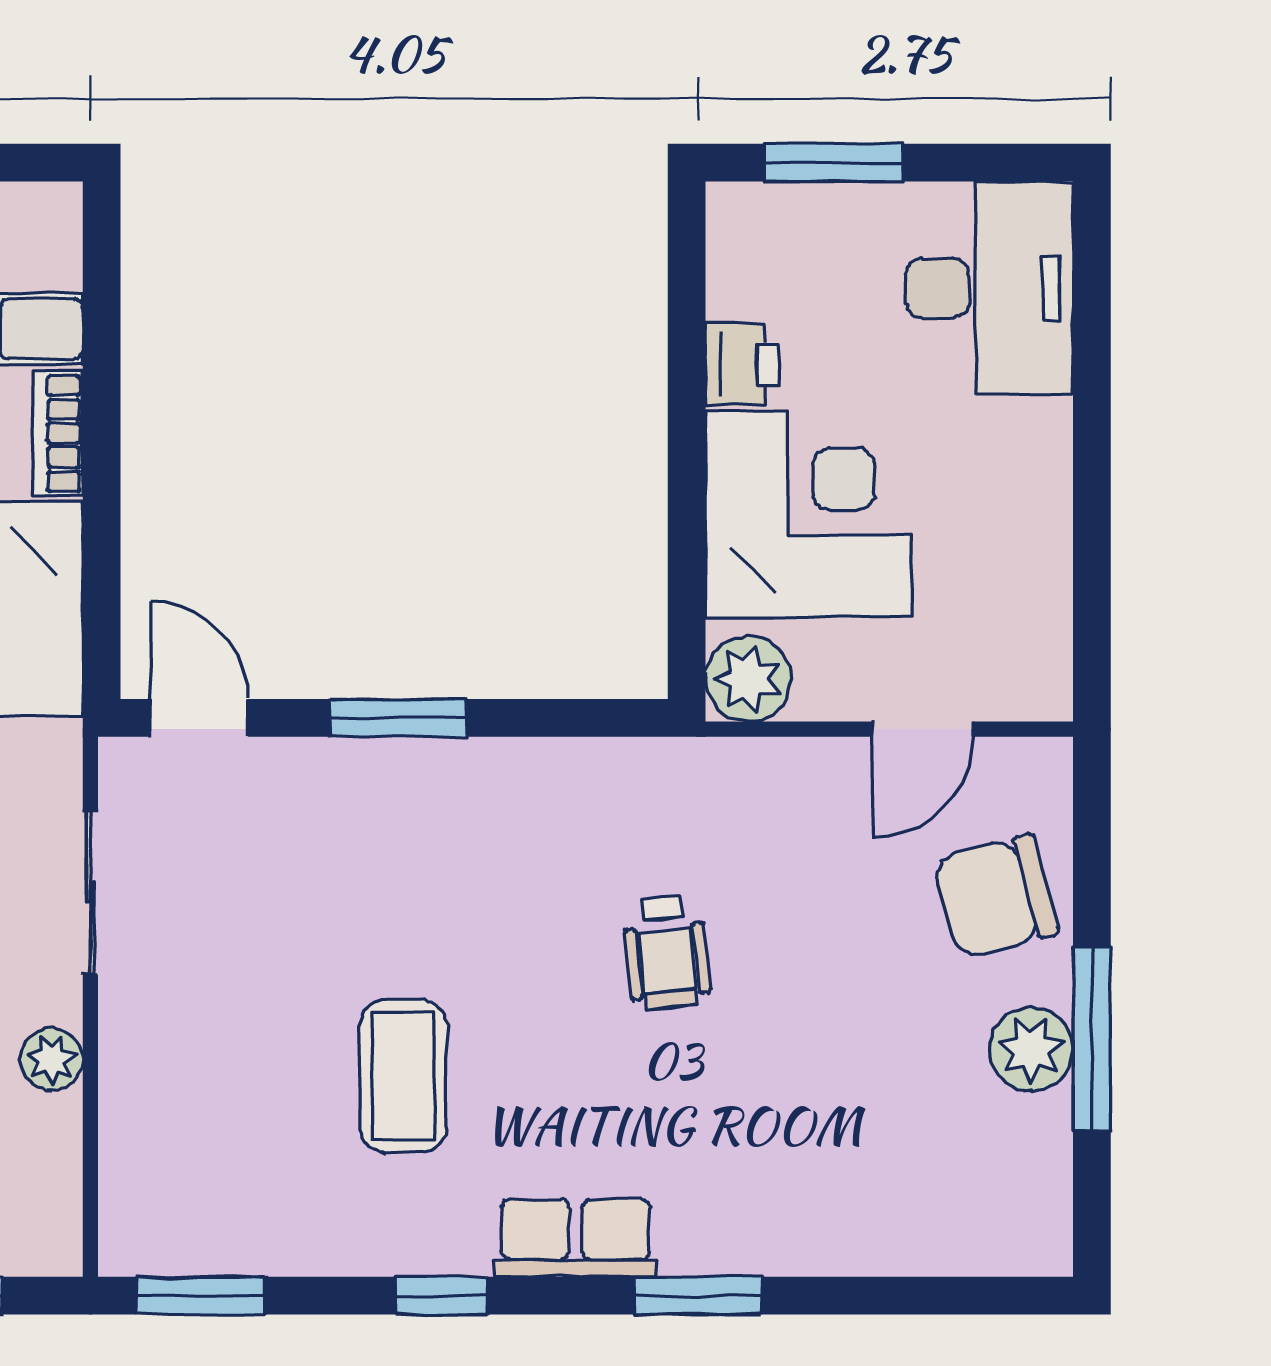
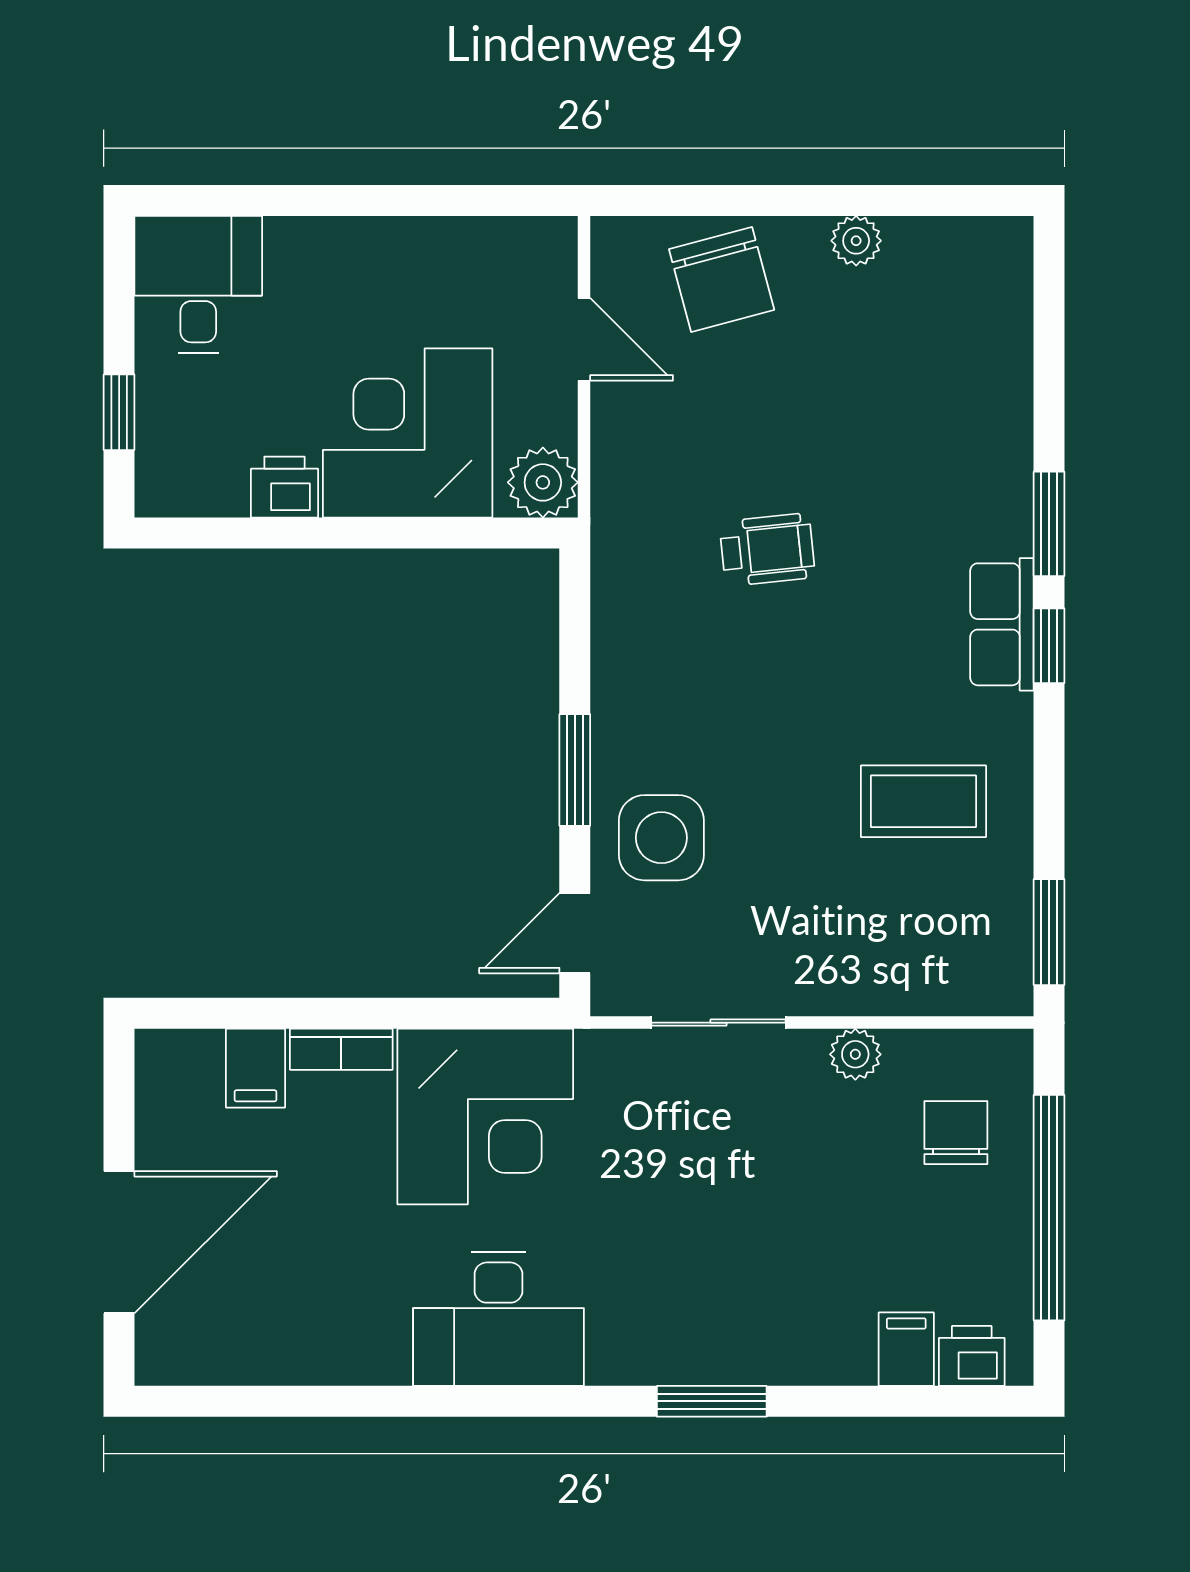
window: (834, 163) -> (119, 412), width x0.67
desk: (989, 288) -> (198, 285), width x0.73
side table: (316, 823) -> (661, 838), added
window: (1092, 1039) -> (838, 200), removed
plant: (1031, 1049) -> (856, 241), width x0.73, depth x0.73
coffee table: (403, 1076) -> (923, 801), moved
window: (442, 1296) -> (1049, 646), moved

